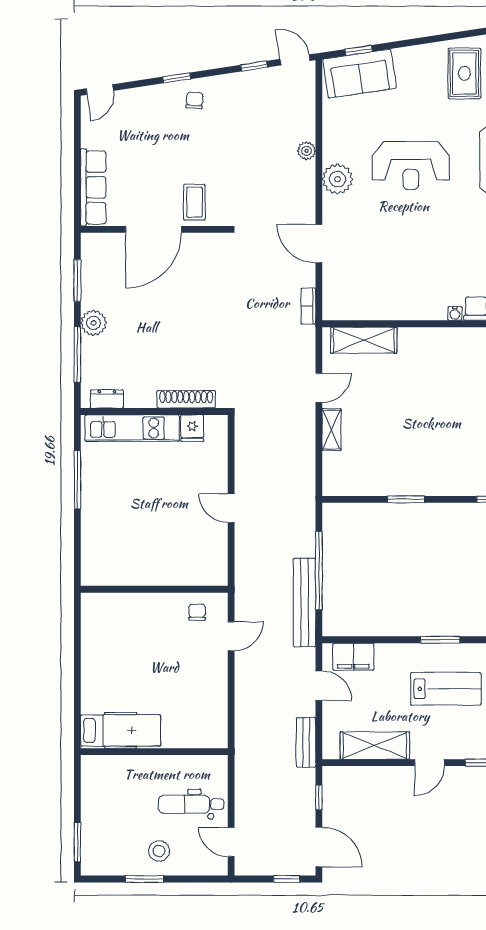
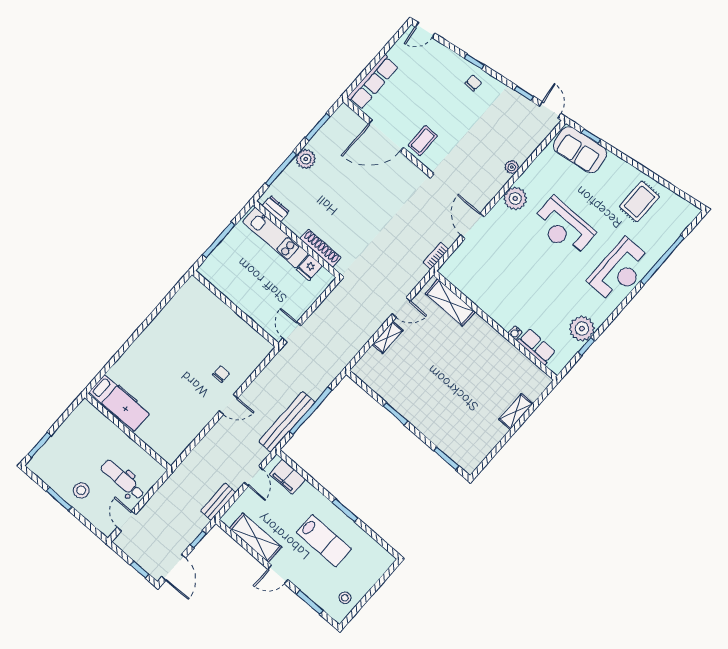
wall: (154, 589) -> (235, 309), moved

